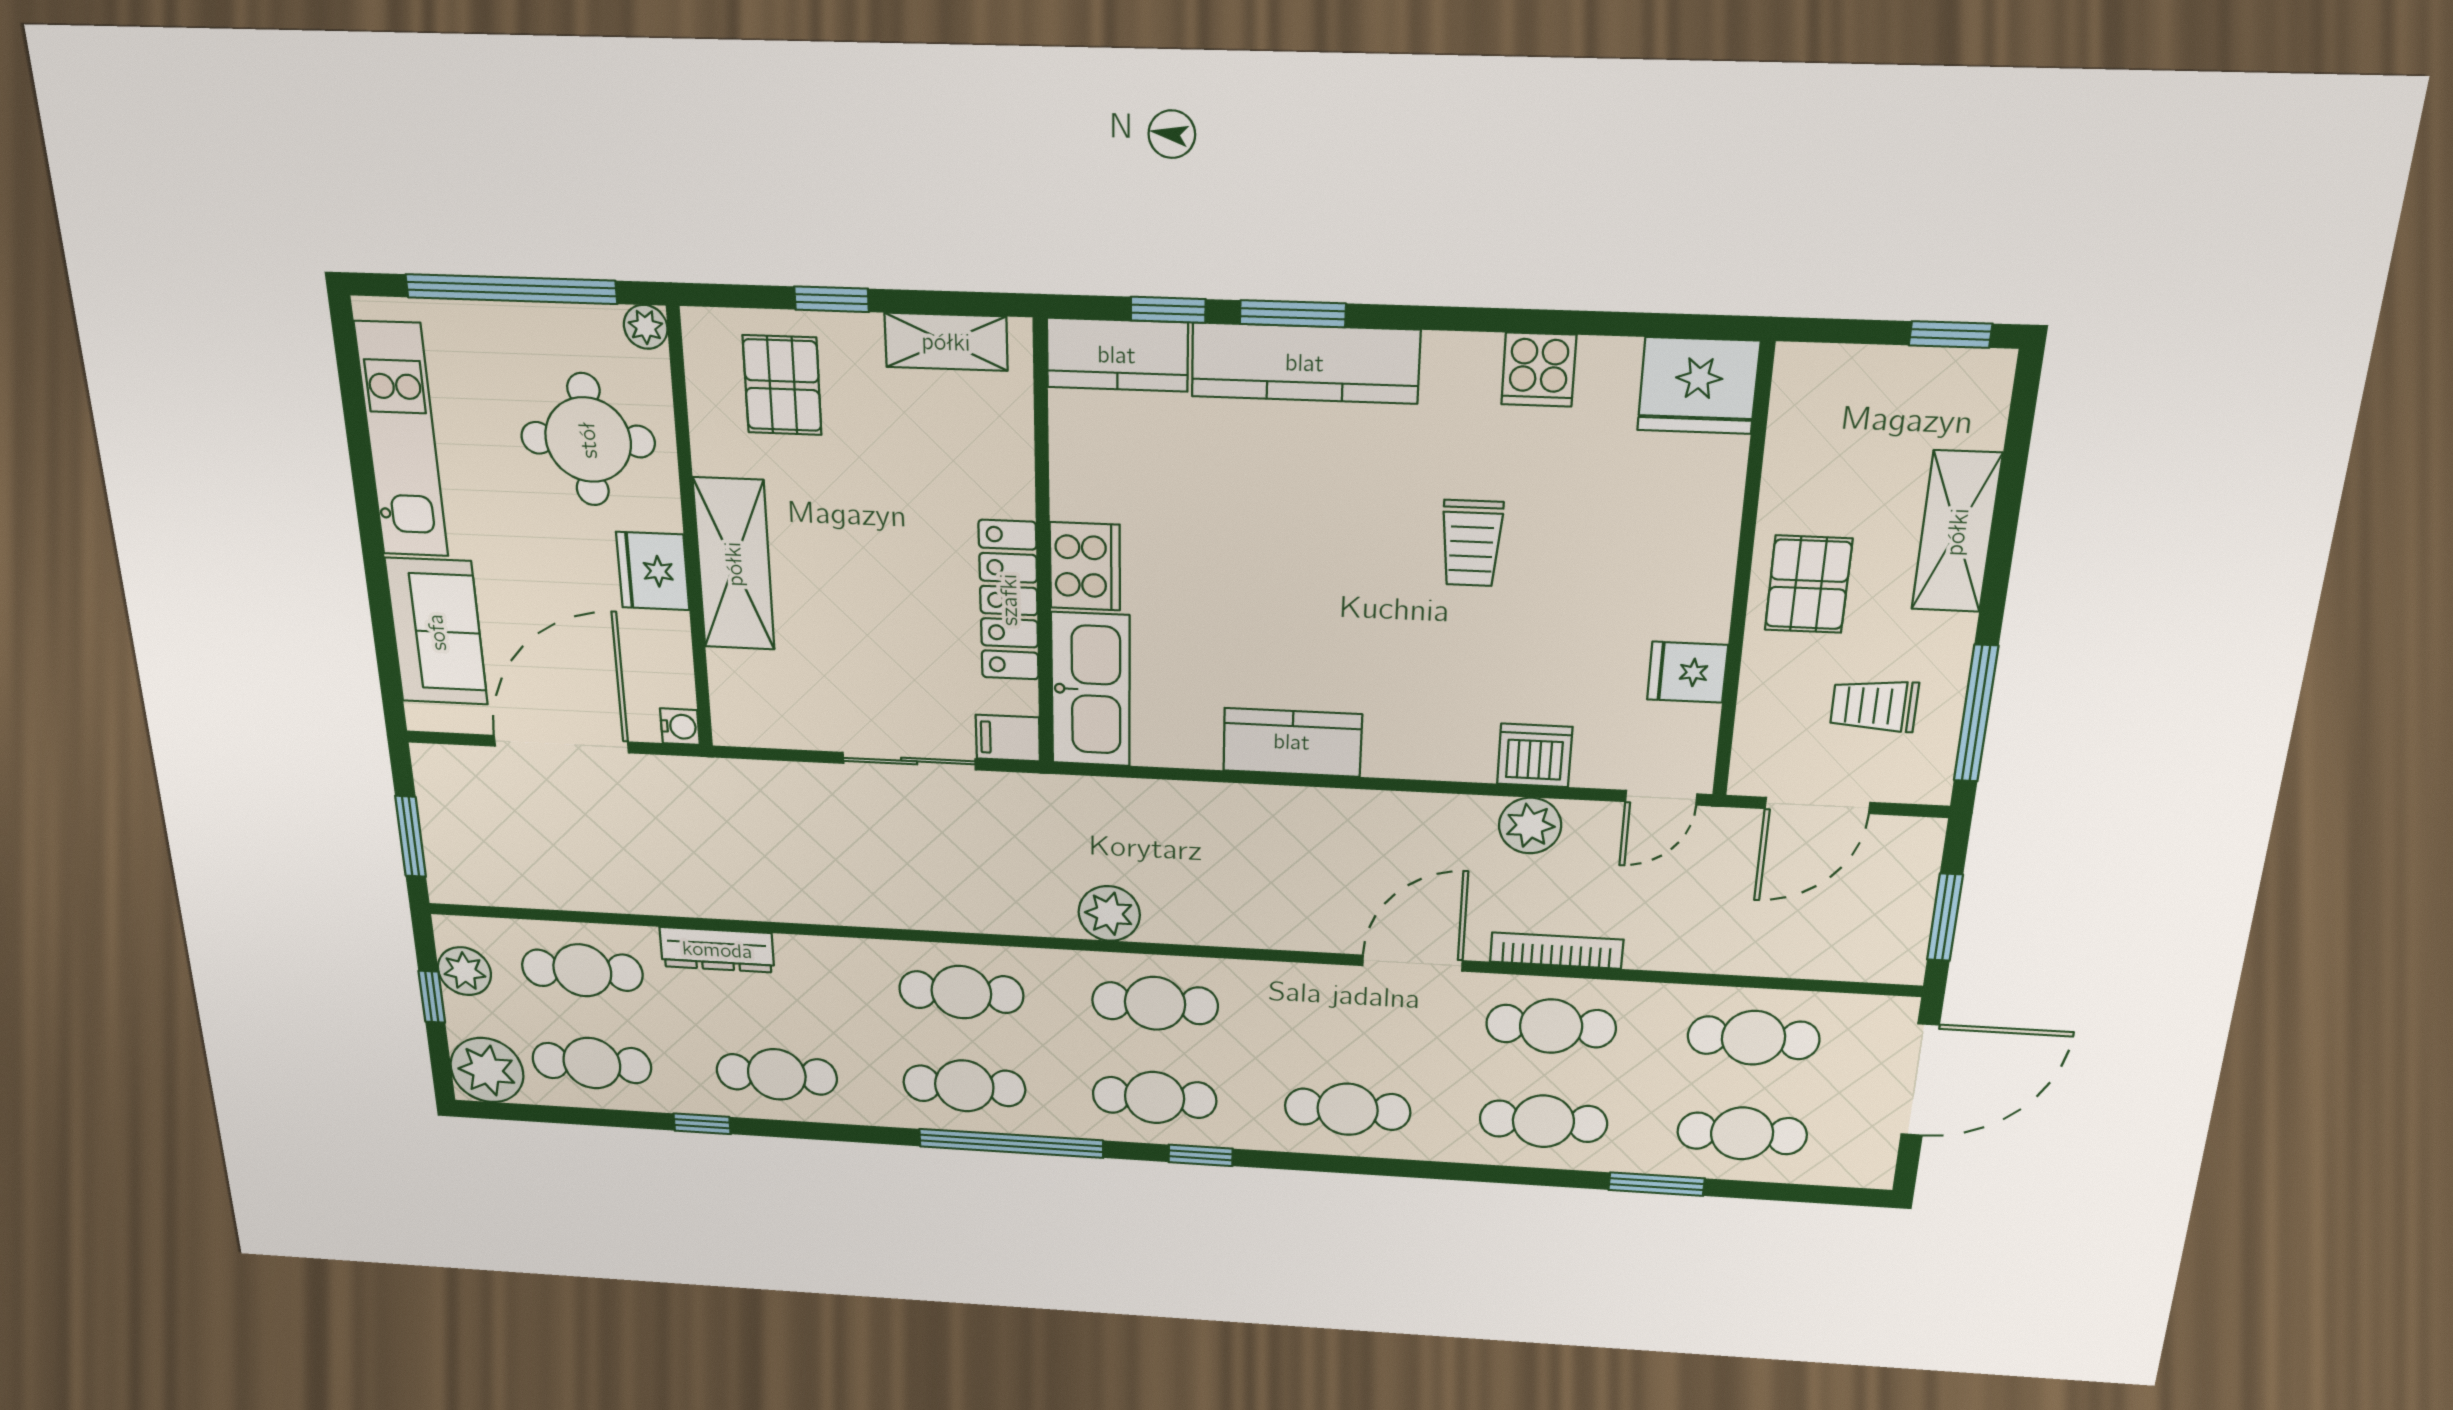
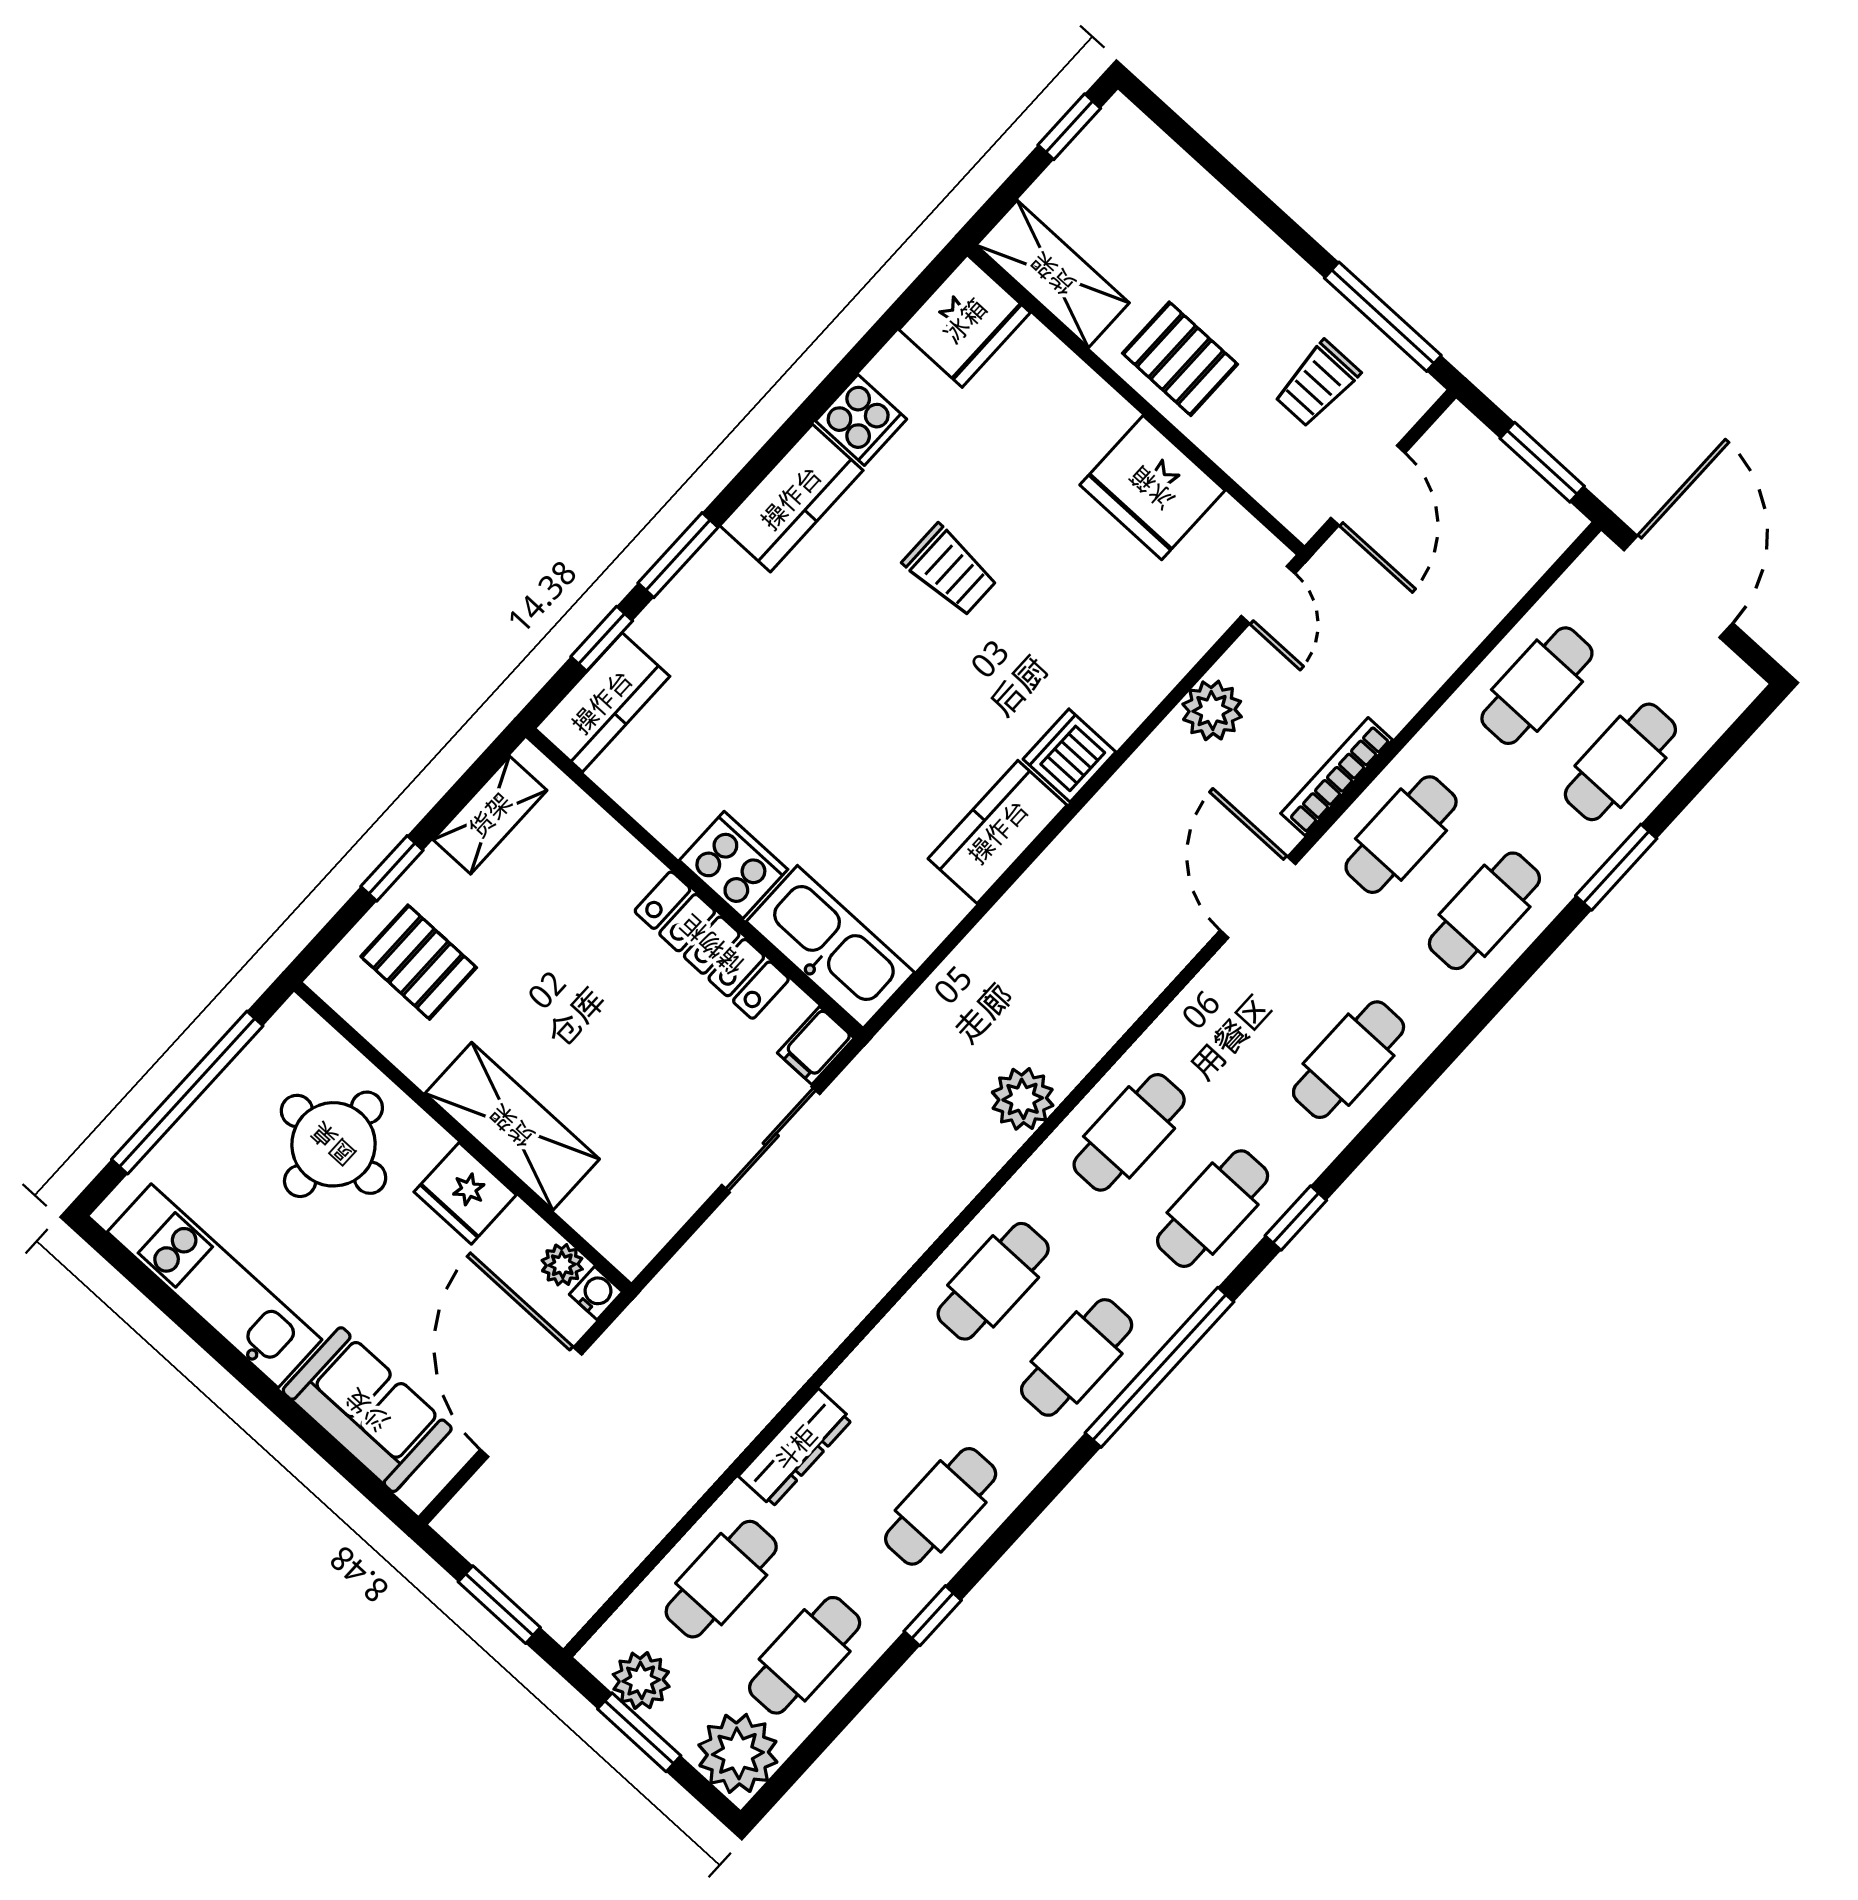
plant: (646, 327) -> (562, 1265), moved
kitchen counter: (1305, 363) -> (791, 498), moved, width x0.67
shelving: (1957, 532) -> (1053, 274), moved
fridge: (1687, 672) -> (1152, 488), width x1.88, depth x1.34
dishwasher: (1535, 755) -> (1069, 755), moved
window: (432, 997) -> (639, 1732), width x1.50

